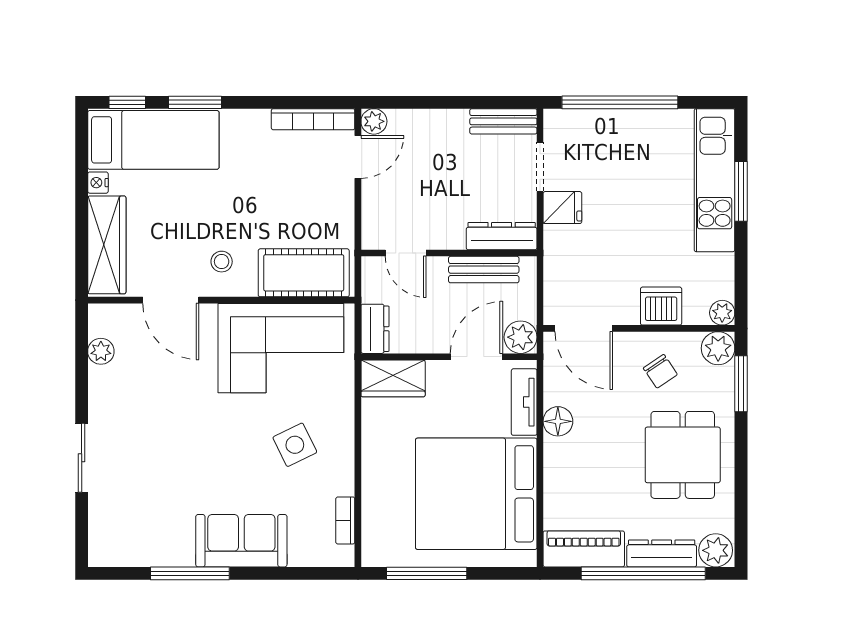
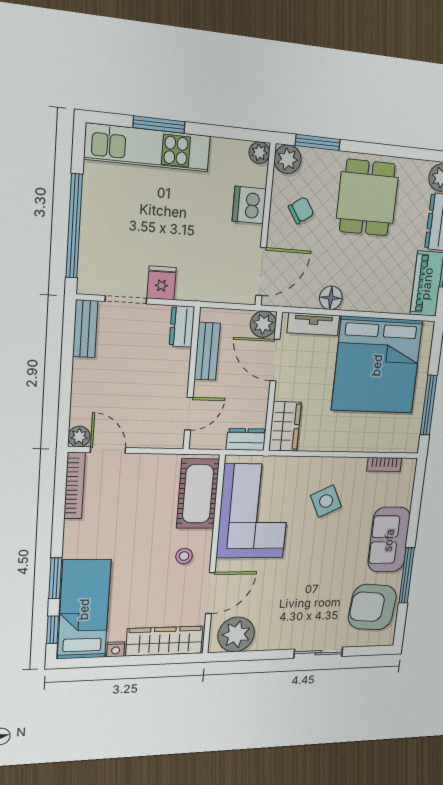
dresser: (502, 236) -> (182, 326), width x0.70
plant: (101, 351) -> (236, 634), width x1.88, depth x1.88
dining table: (683, 455) -> (367, 198), turned 90
armchair: (145, 529) -> (372, 607), added

